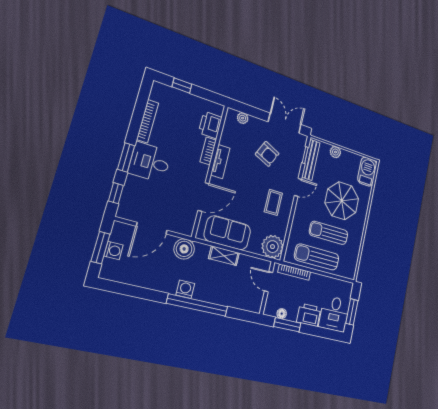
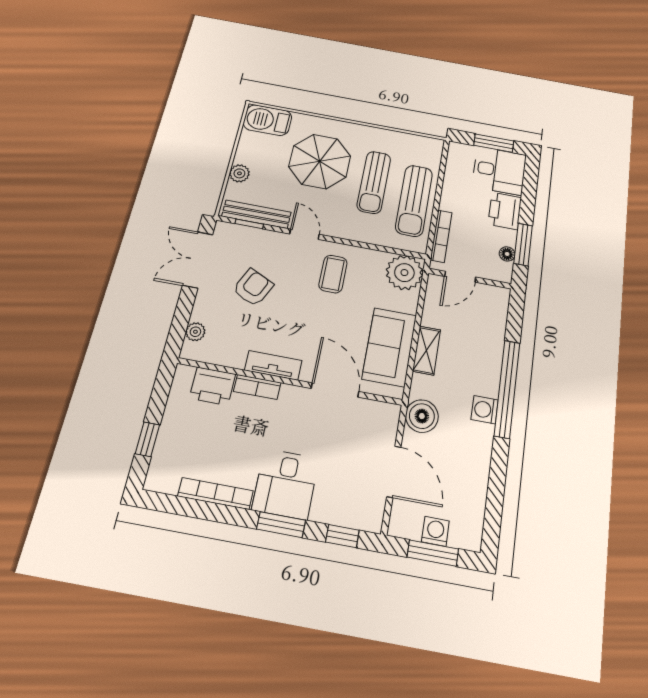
coffee table: (273, 202) -> (333, 274), turned 90

